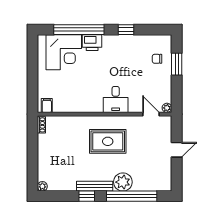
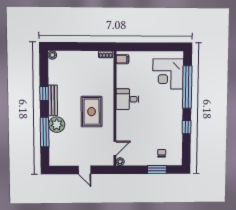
printer: (92, 43) -> (176, 98), removed
desk: (116, 99) -> (127, 99), moved
window: (132, 196) -> (45, 132), width x0.68

